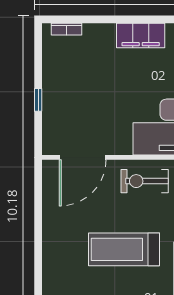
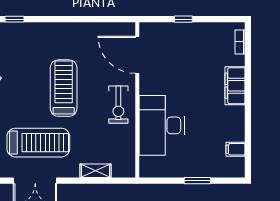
filing cabinet: (141, 35) -> (235, 86), moved
exercise bike: (145, 181) -> (118, 105), turned 180

